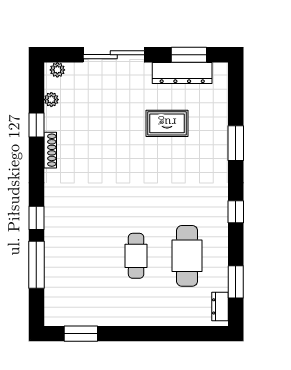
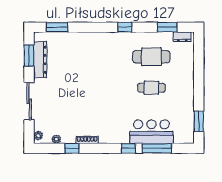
rug: (167, 123) -> (71, 69), removed
window: (236, 143) -> (57, 27), moved
bar counter: (64, 256) -> (151, 132), added

